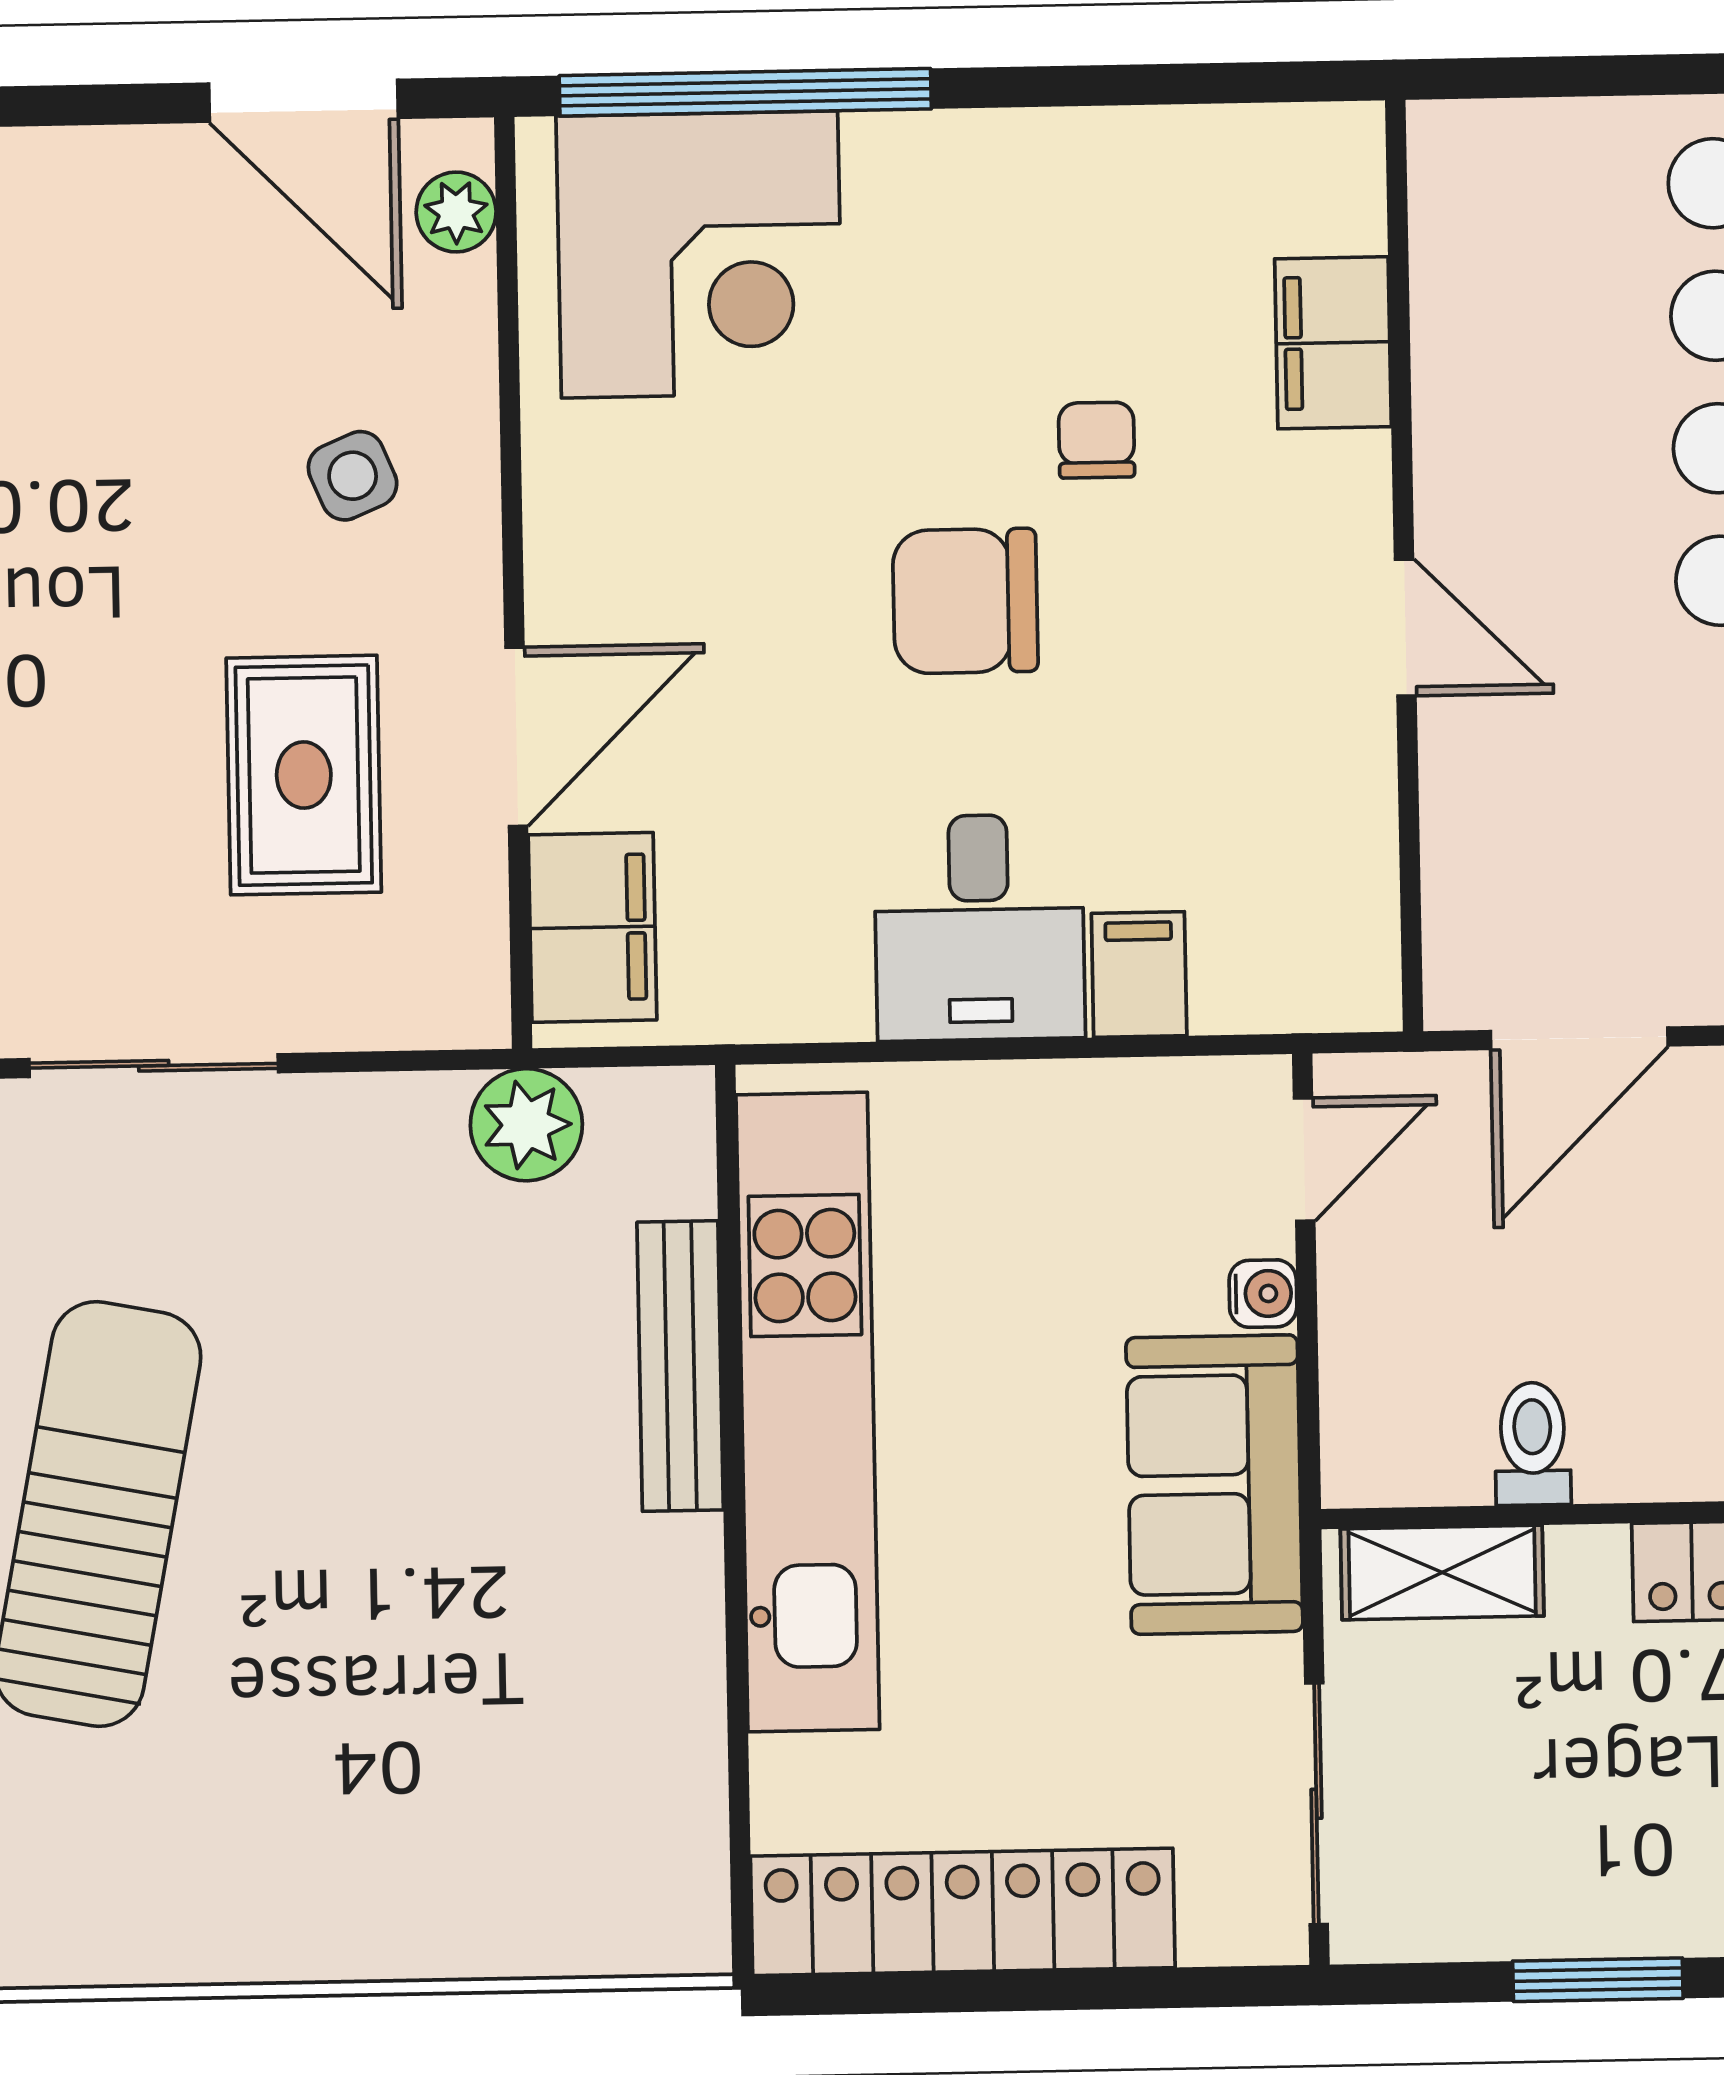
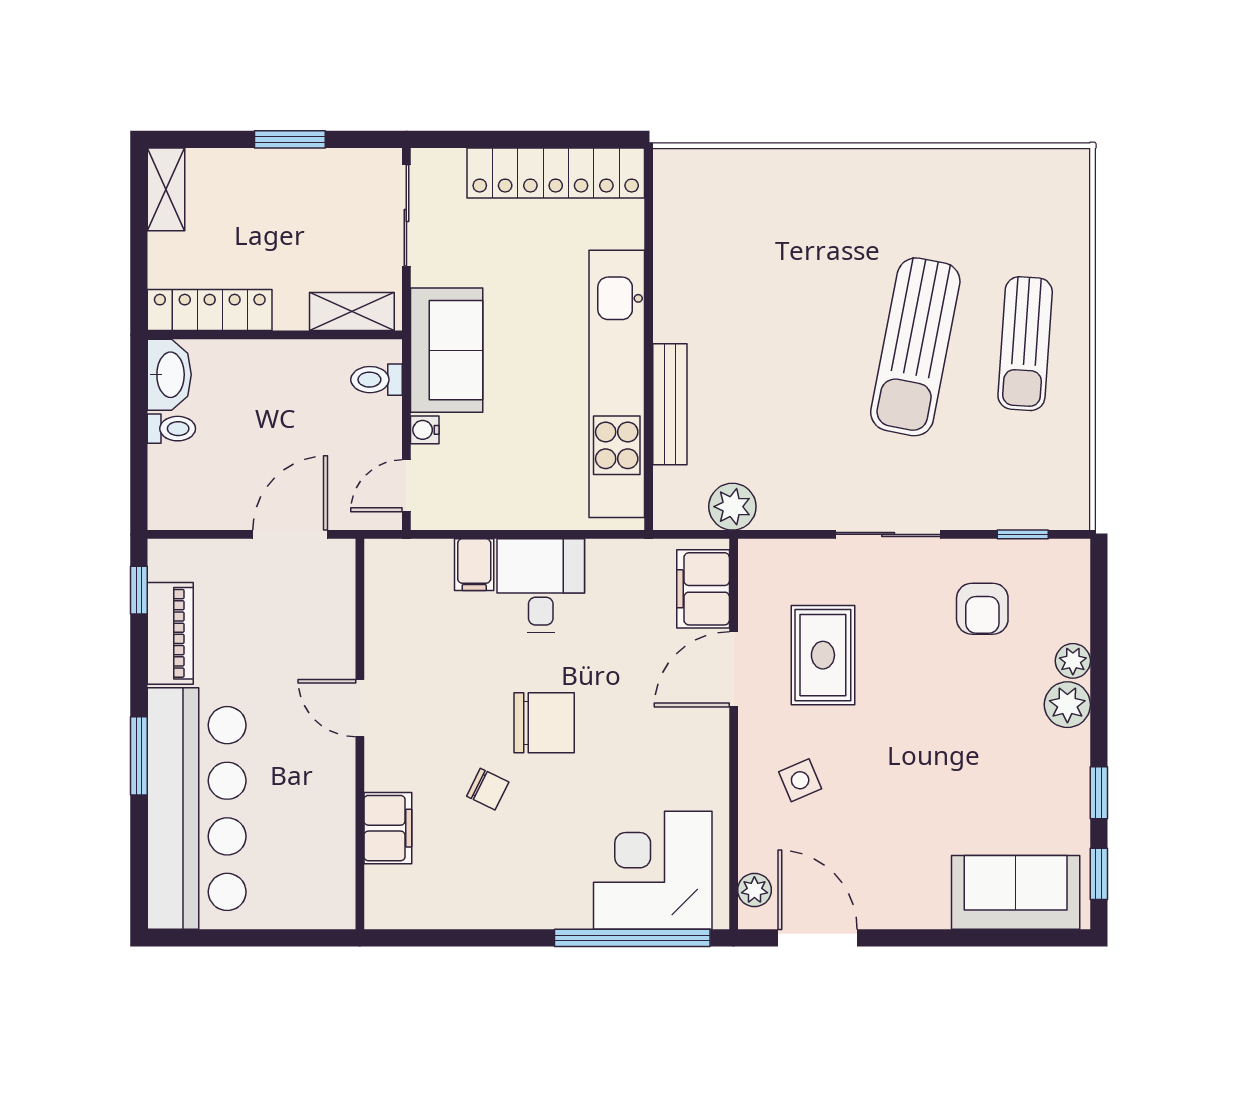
chair: (1097, 440) -> (488, 789), turned -64
toilet: (1533, 1444) -> (377, 380), moved, turned 90

